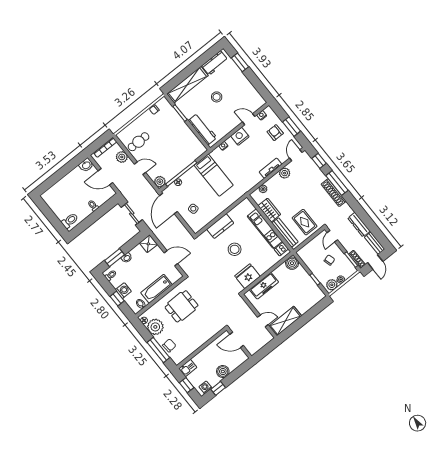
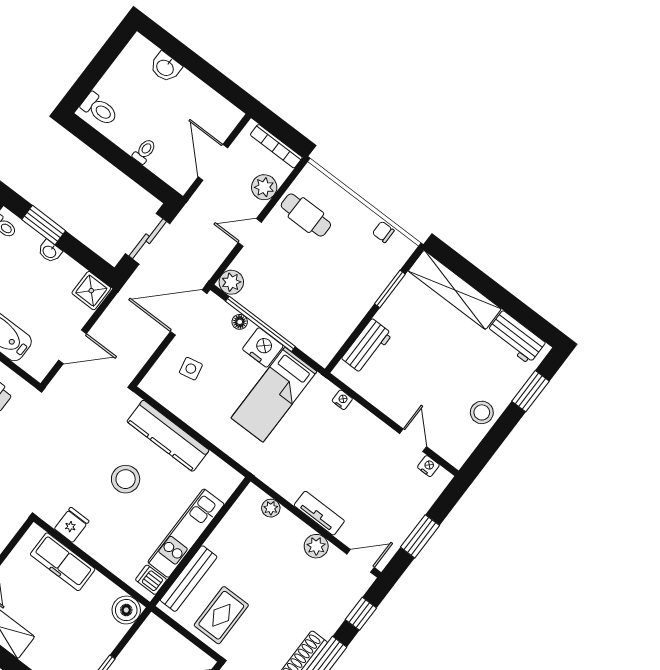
stool: (217, 97) -> (482, 412), moved
workbench: (203, 129) -> (367, 346), width x0.73
armchair: (275, 133) -> (398, 504), removed
nightstand: (240, 136) -> (263, 347), moved
washbasin: (86, 165) -> (165, 67), moved
door: (140, 168) -> (250, 232), swing flipped
wardrobe: (269, 210) -> (228, 533), removed
kitchen counter: (220, 226) -> (168, 436), width x1.50
door: (171, 258) -> (72, 347), hinge flipped
fridge: (247, 276) -> (72, 525), width x0.53, depth x0.75

